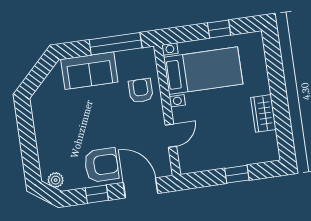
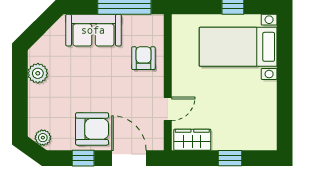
bed with nightstands: (203, 71) -> (238, 47), moved, turned 180
wardrobe: (263, 113) -> (192, 140), moved, turned 90
plant: (42, 119) -> (38, 73), added

